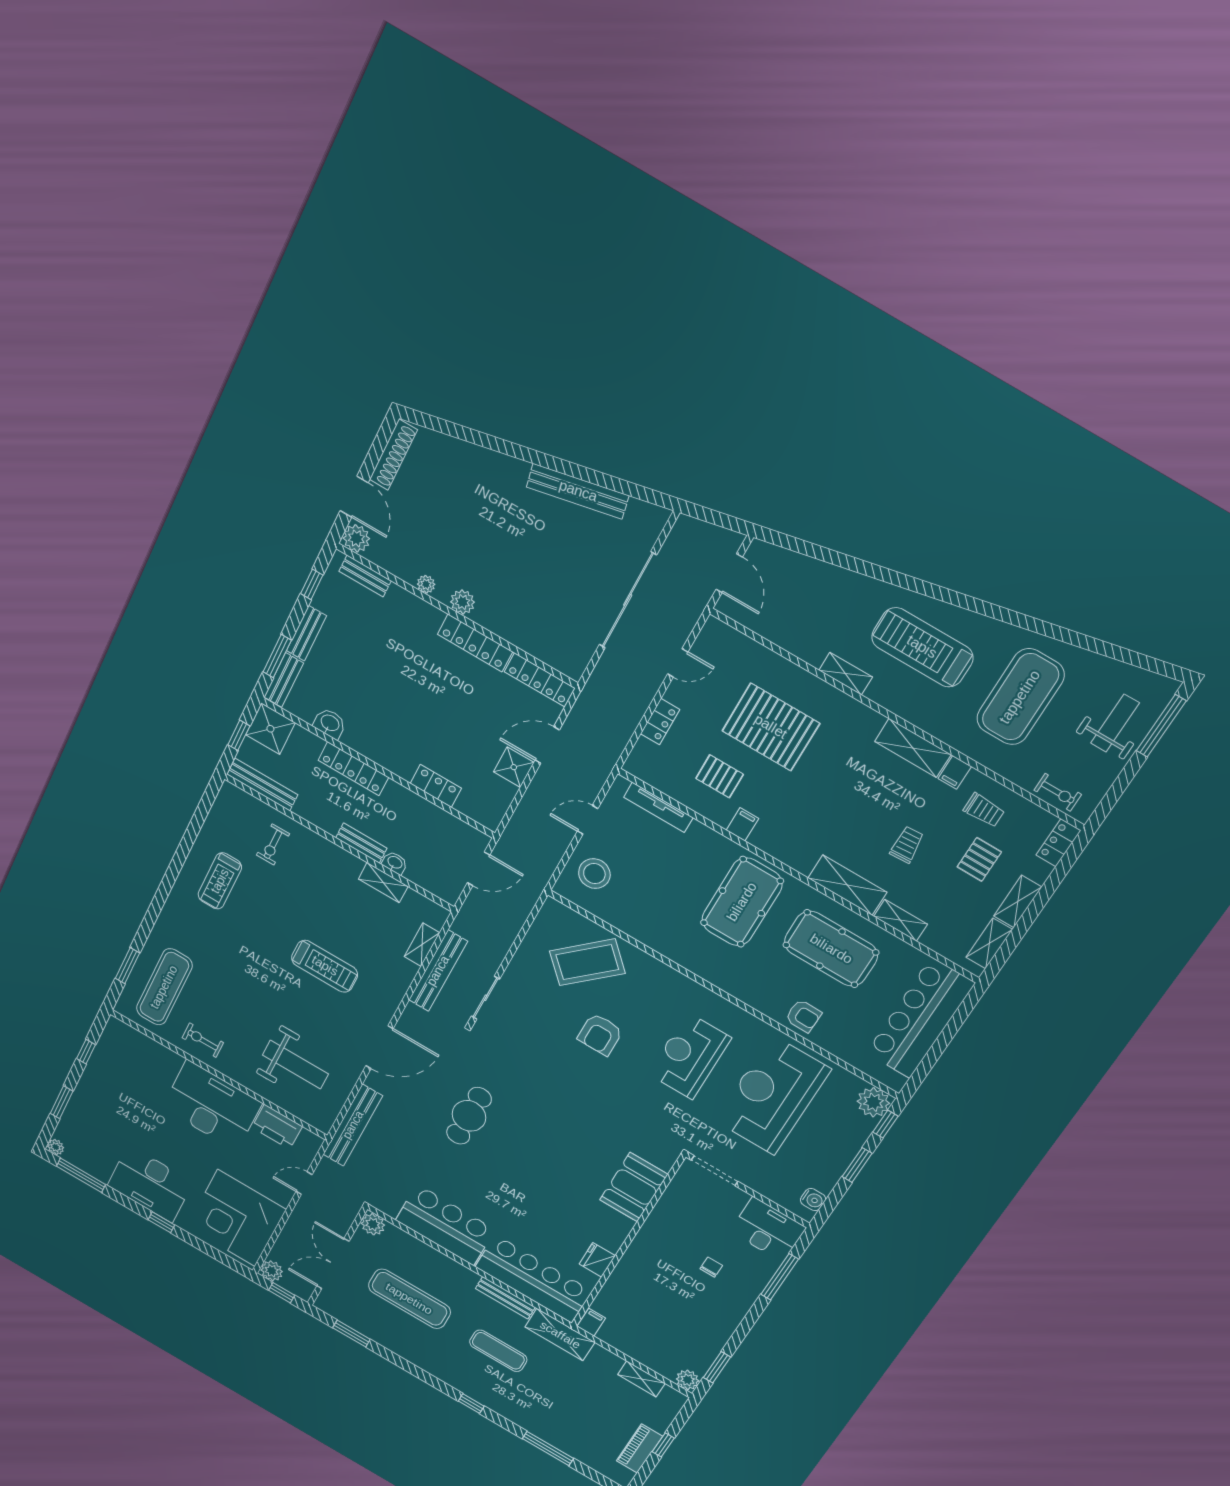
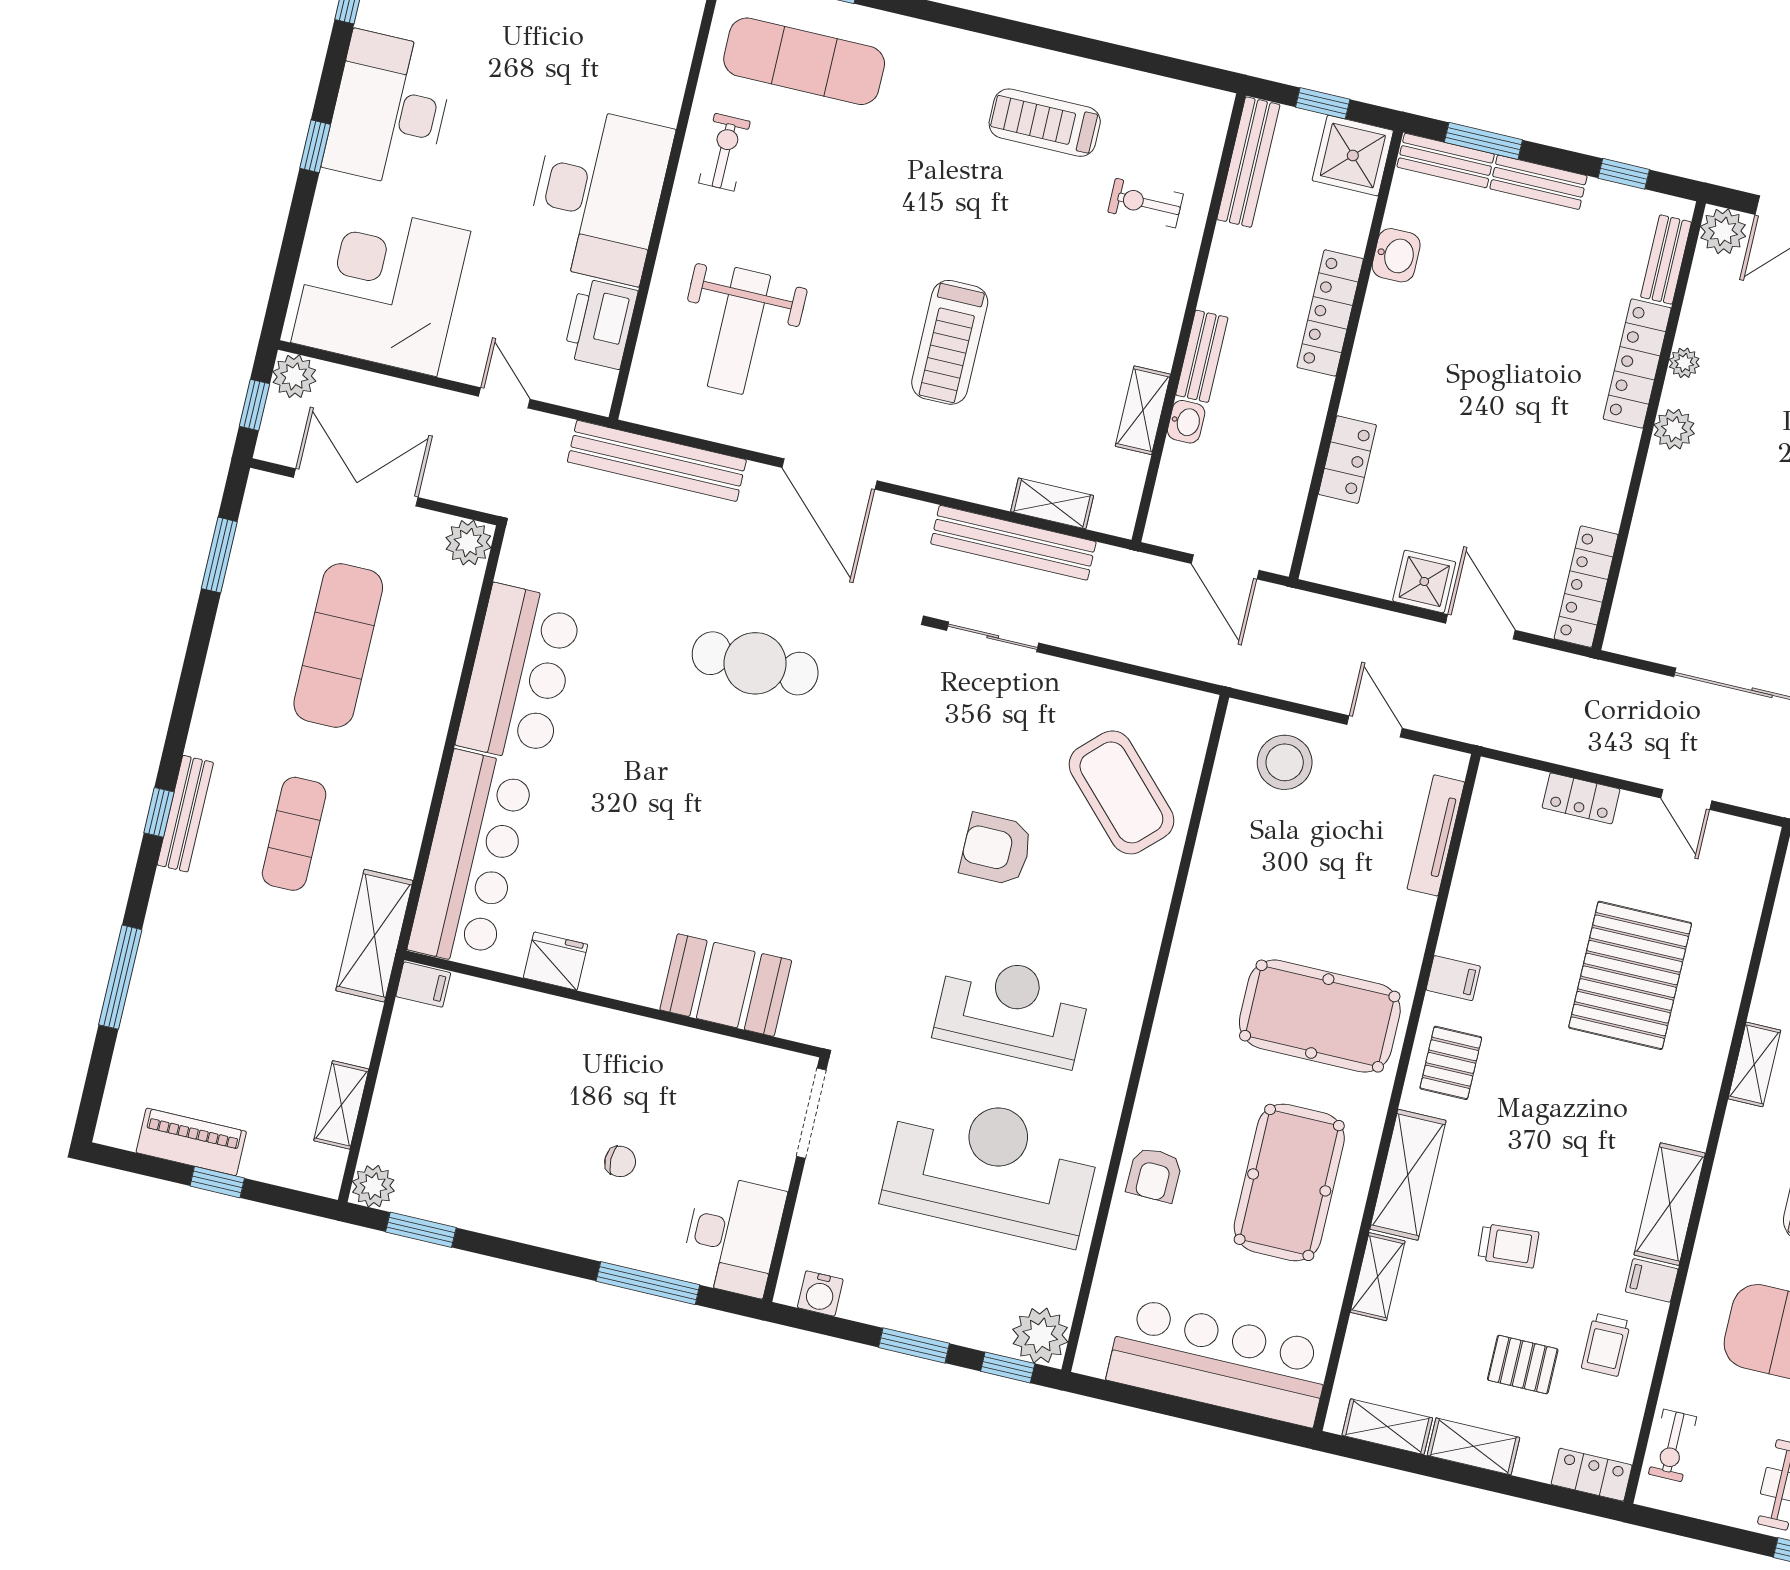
locker: (475, 643) -> (1637, 363), moved
pallet: (720, 776) -> (1451, 1063), moved
bench: (505, 1298) -> (185, 814), moved

